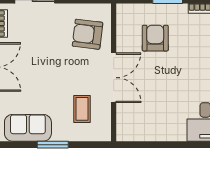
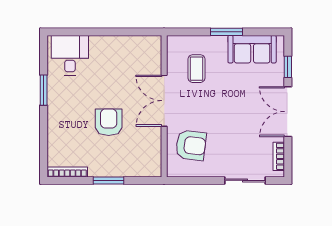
armchair: (155, 38) -> (109, 122), moved, turned 180

